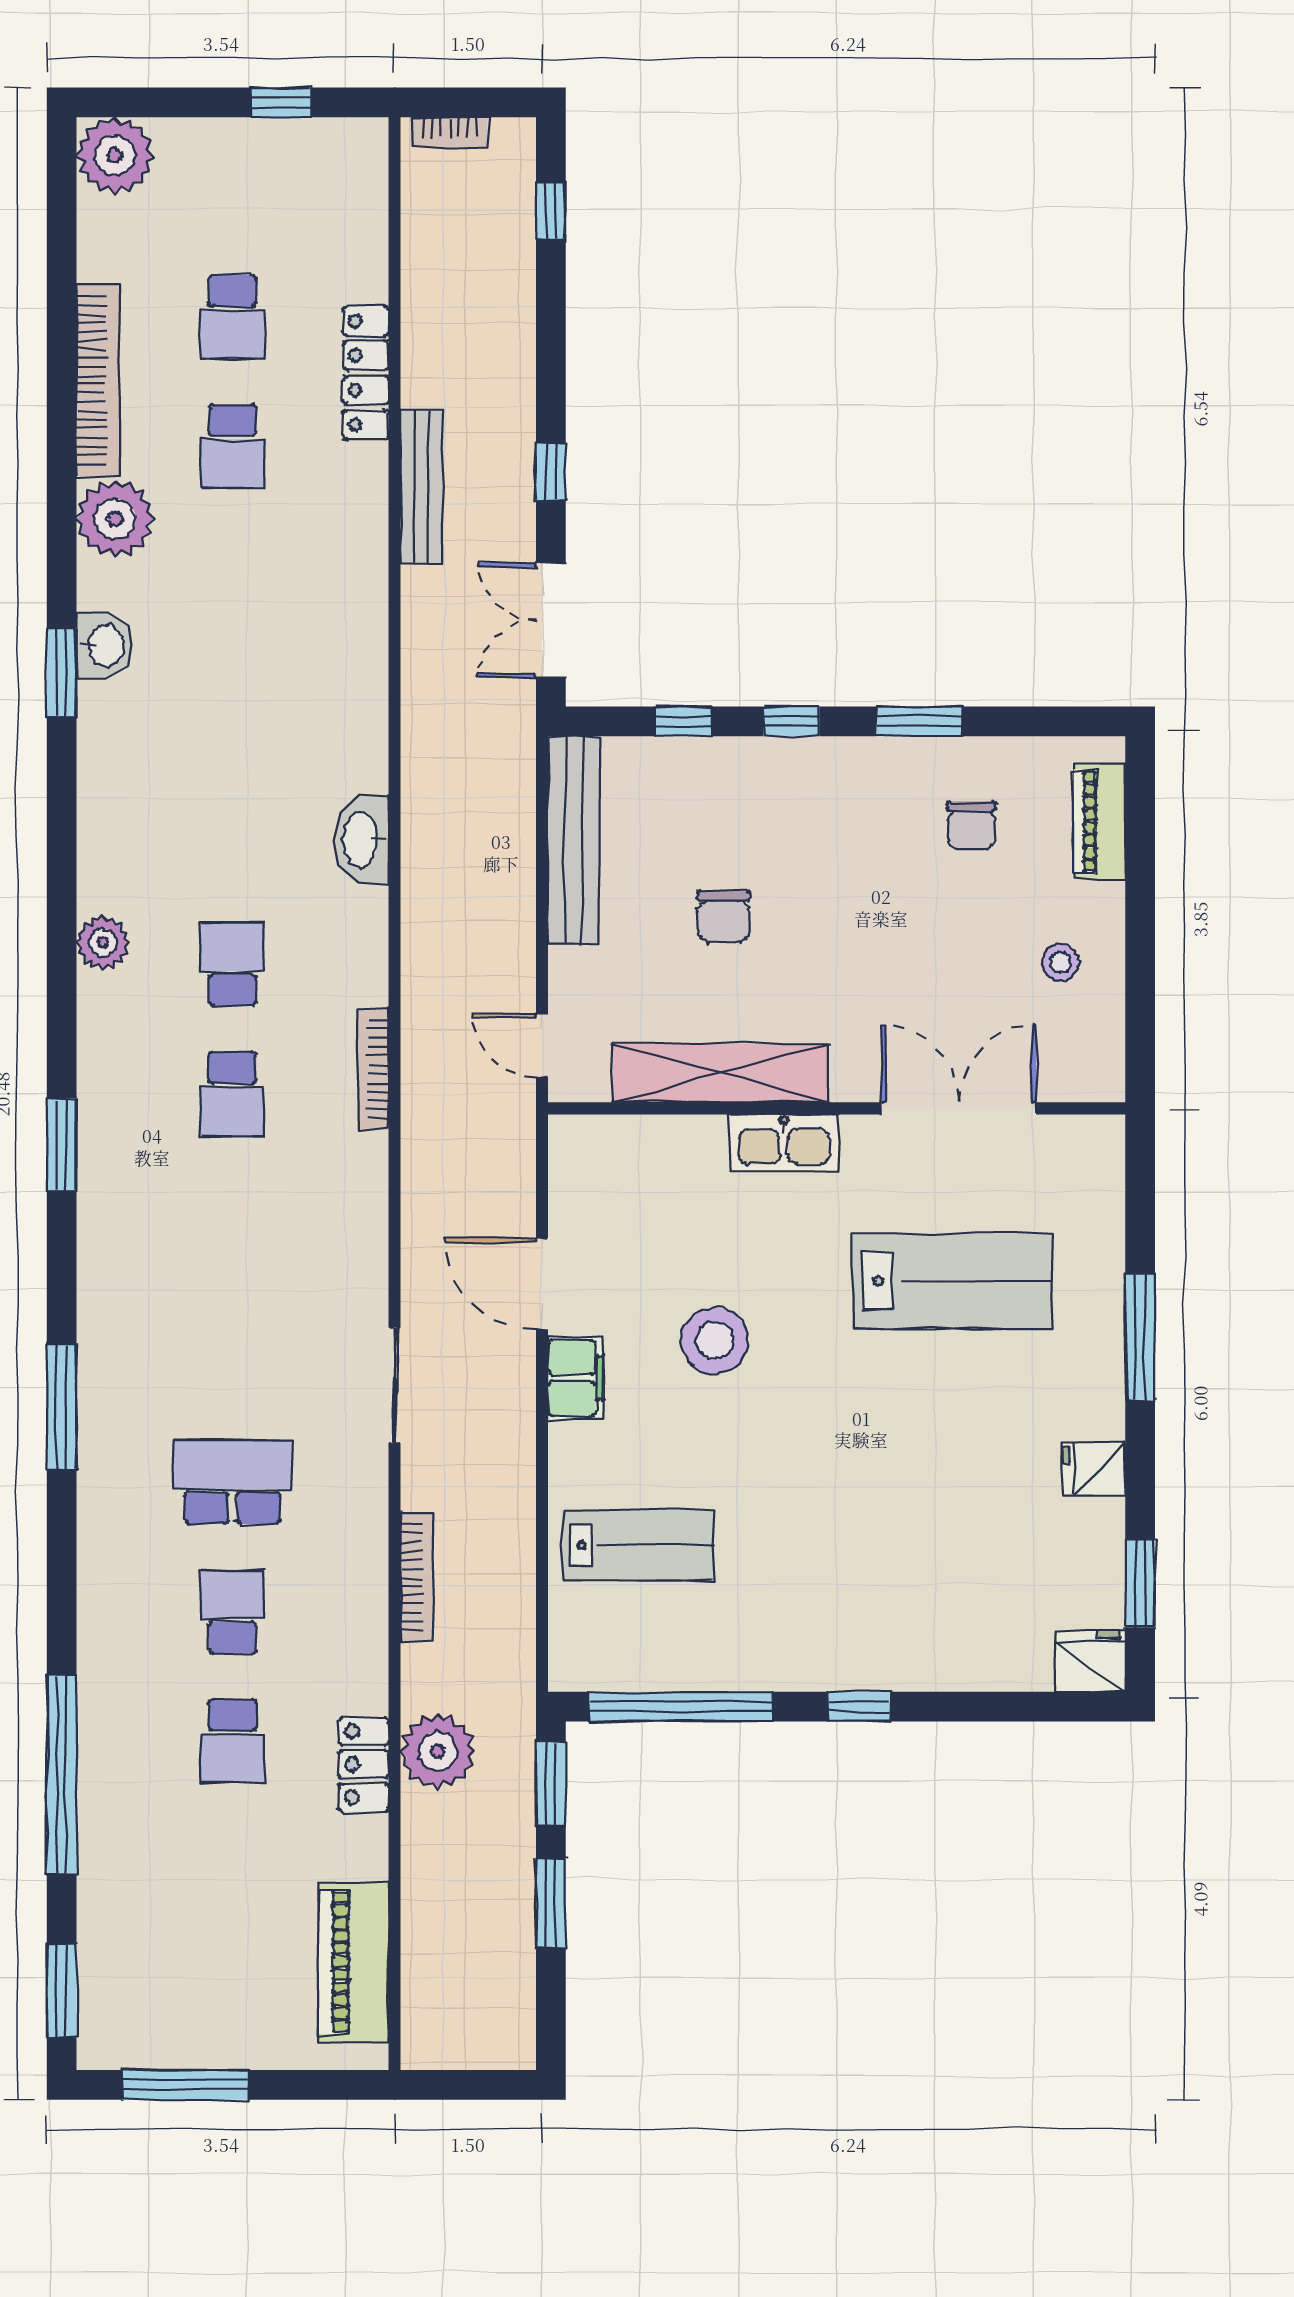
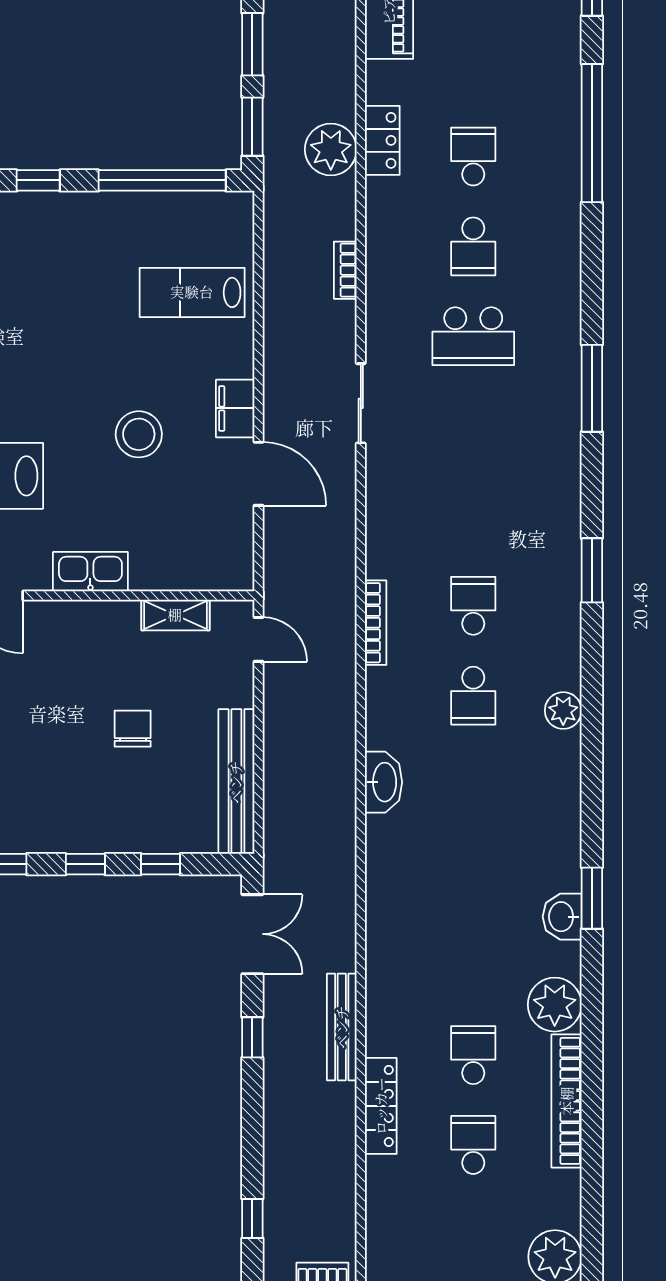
shelving: (720, 1073) -> (175, 615), width x0.45, depth x0.75
bookcase: (417, 1577) -> (345, 270), width x0.64

